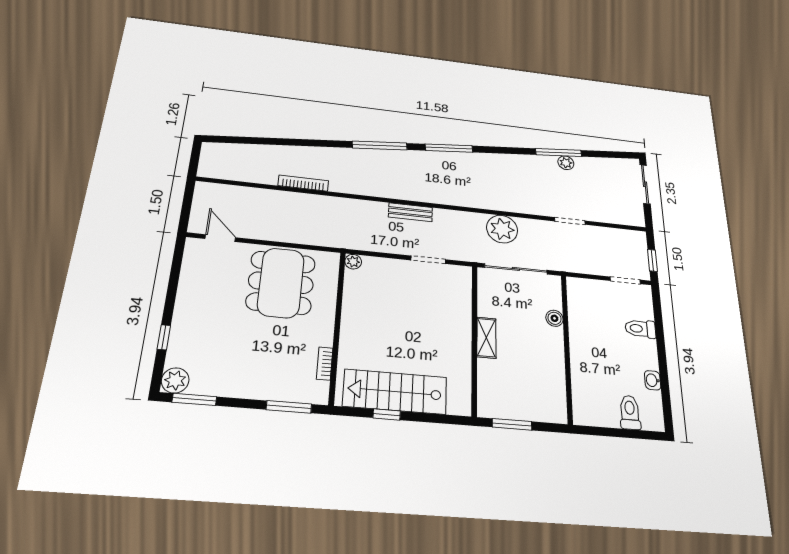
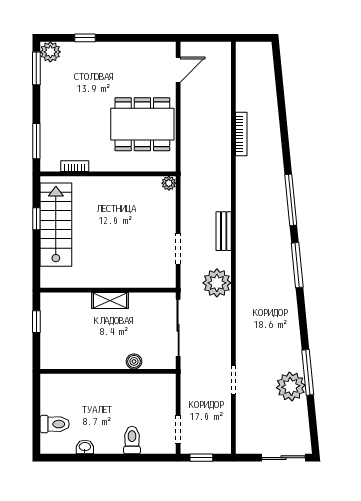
plant: (566, 163) -> (291, 386), width x1.87, depth x1.87
plant: (502, 229) -> (217, 283), moved
window: (512, 424) -> (36, 322), width x0.67

